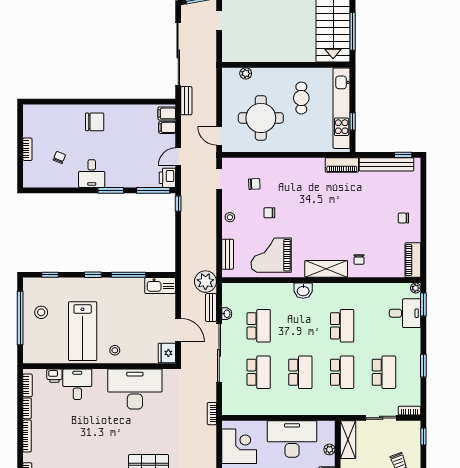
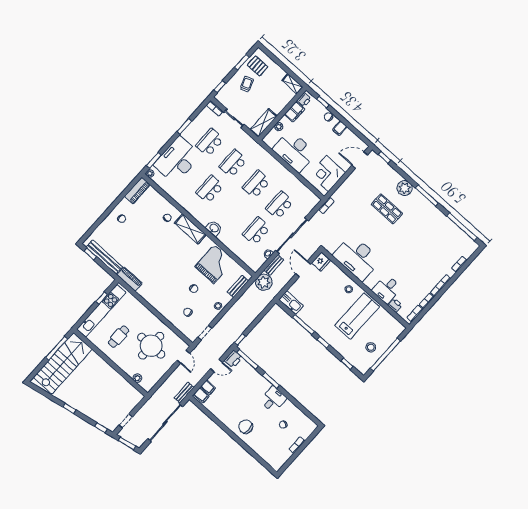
grand piano: (271, 255) -> (214, 264), turned -90
desk: (405, 313) -> (177, 160), width x1.87, depth x1.30

